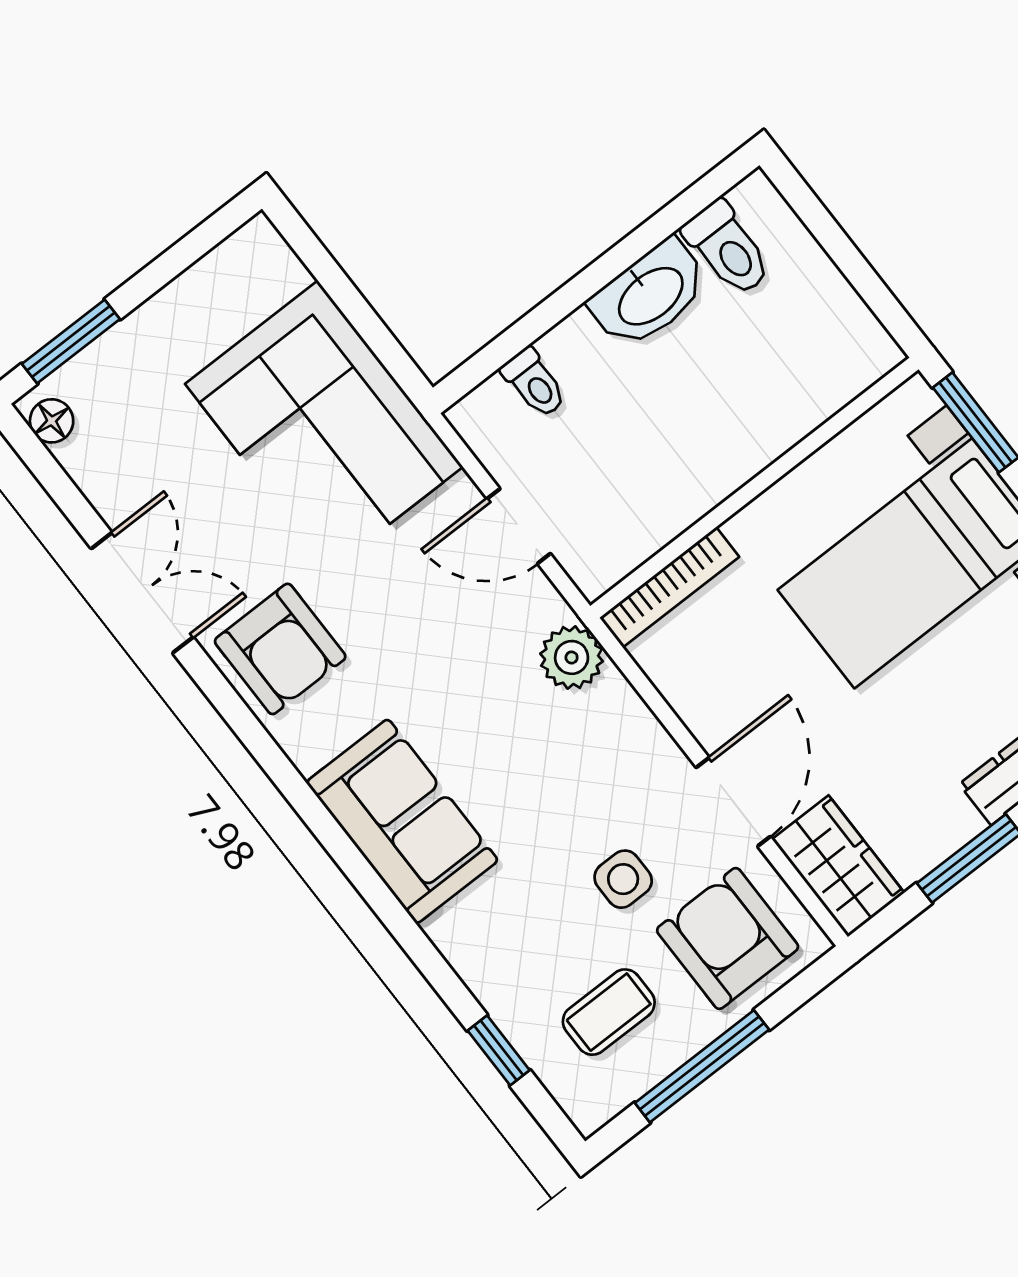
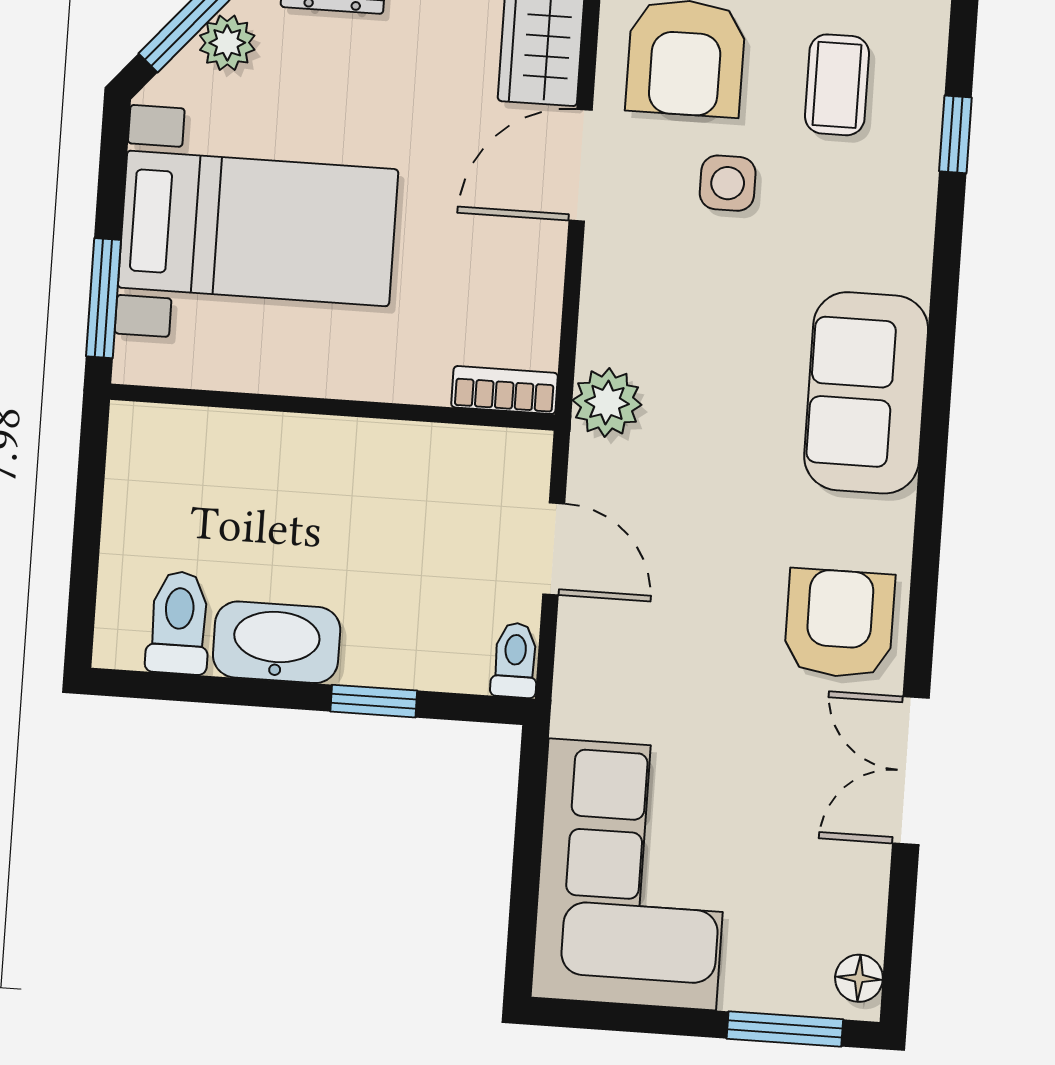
window: (548, 314) -> (374, 701), added
toilet: (534, 383) -> (515, 660), moved
corner sofa: (324, 425) -> (632, 874), moved
bookcase: (669, 587) -> (505, 390), width x0.64
coffee table: (609, 1012) -> (837, 85), turned 90

